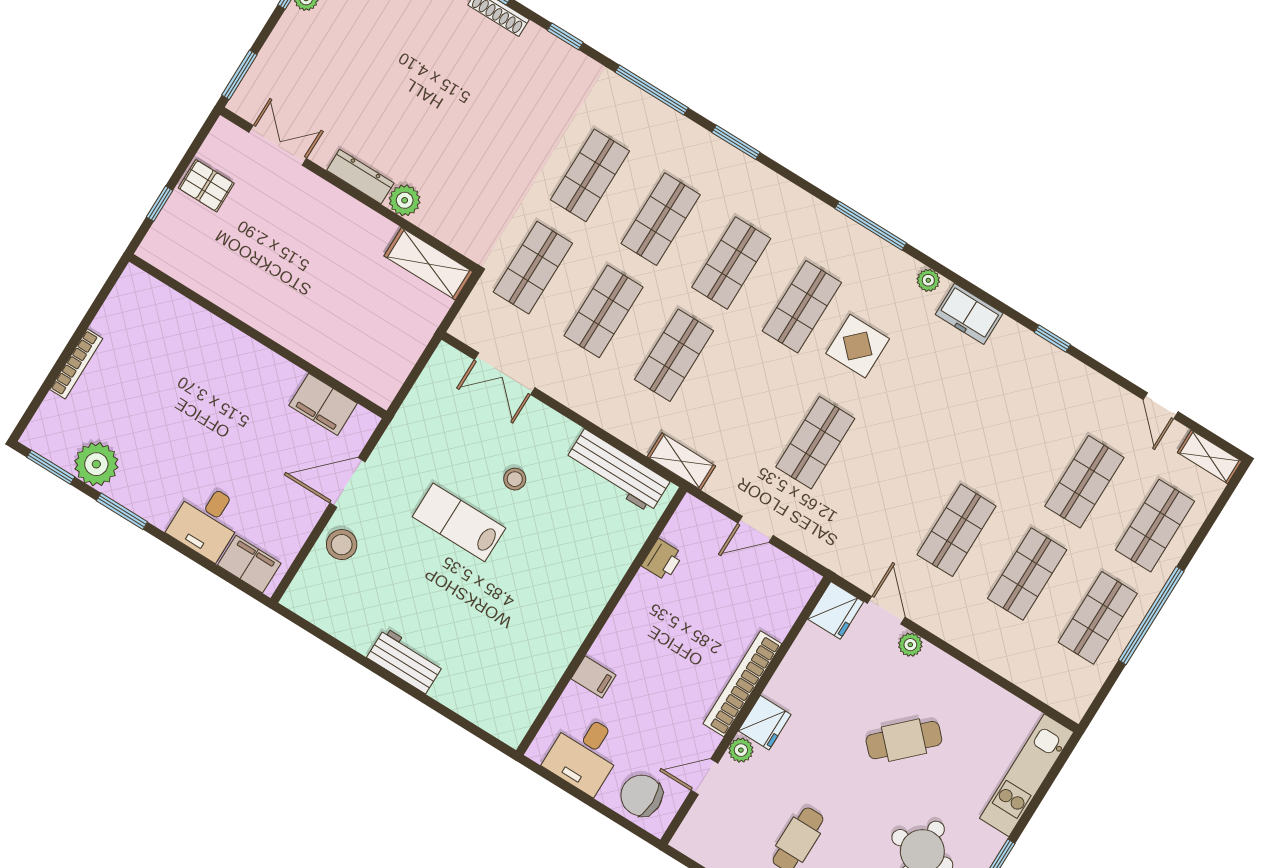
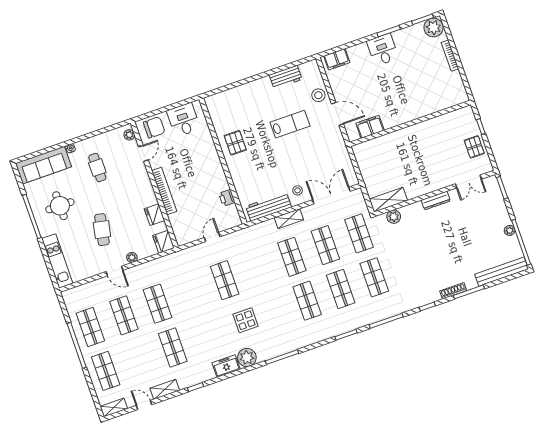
pallet: (206, 186) -> (474, 147), turned 90
plant: (405, 200) -> (394, 217), moved
plant: (928, 280) -> (247, 358), width x1.88, depth x1.88
shop shelf: (802, 307) -> (274, 312), removed
double door: (505, 374) -> (331, 195), width x1.37
shelving: (1102, 391) -> (165, 389), added
shelving: (681, 461) -> (289, 219), moved
plant: (96, 464) -> (433, 28), moved
stool: (515, 479) -> (298, 190), moved
door: (348, 482) -> (337, 114), hinge flipped
shop shelf: (1084, 482) -> (173, 347), moved
desk: (207, 521) -> (383, 50), moved
lab bench: (459, 522) -> (290, 124), moved
door: (886, 610) -> (115, 271), moved
pallet: (550, 626) -> (235, 143), added
workbench: (405, 661) -> (286, 77), moved
filing cabinet: (593, 677) -> (207, 143), removed
fridge: (765, 723) -> (154, 215), moved
cafe table: (904, 740) -> (102, 230), turned -35
plant: (741, 750) -> (129, 135), moved

